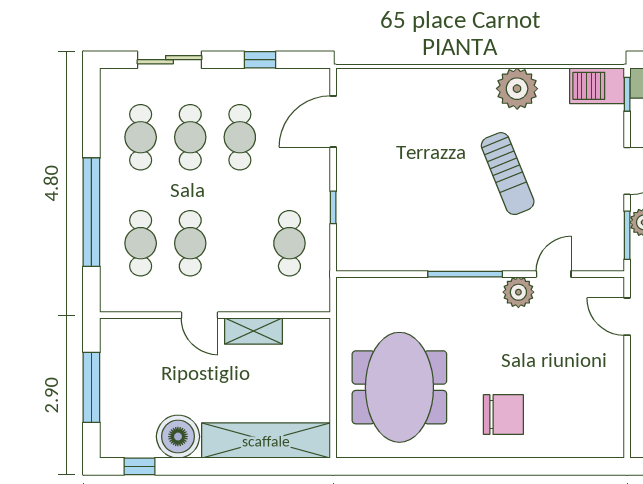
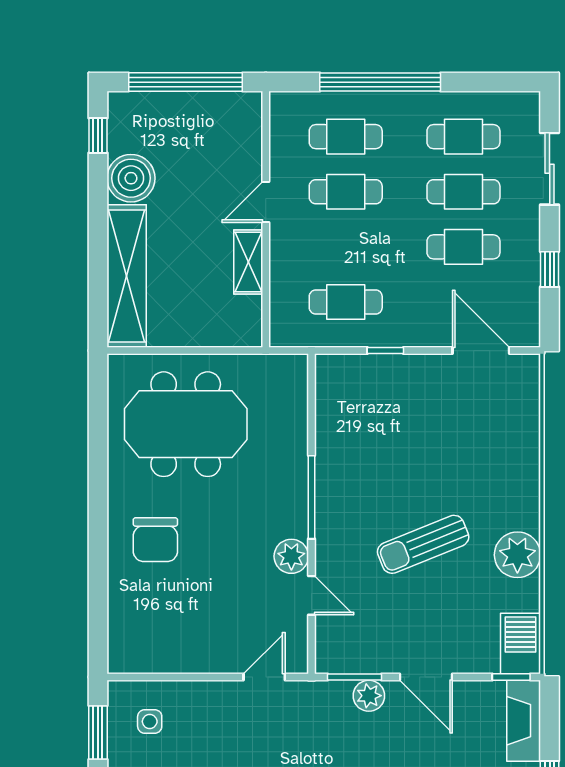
window: (91, 387) -> (186, 82), width x1.46

